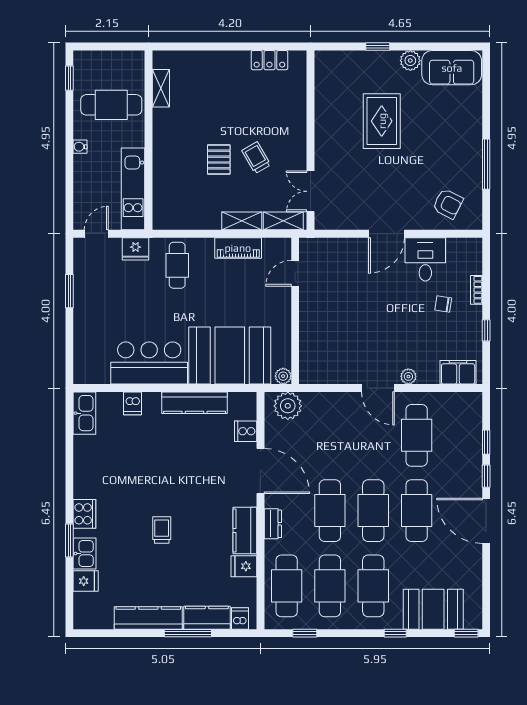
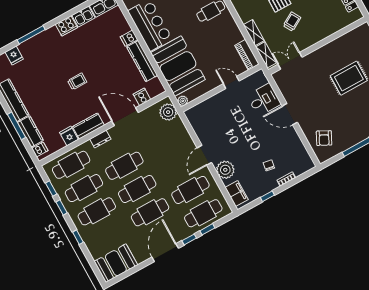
piano: (238, 248) -> (247, 55), moved
desk: (425, 259) -> (264, 100), moved
door: (295, 273) -> (231, 82), moved
plant: (408, 376) -> (225, 170), width x1.87, depth x1.87
dishwasher: (133, 403) -> (129, 38), moved
cafe table: (460, 435) -> (203, 213), added
door: (260, 471) -> (125, 117), swing flipped
cooker: (84, 514) -> (66, 26), moved
trolley: (162, 530) -> (77, 81), moved
window: (69, 540) -> (31, 35), width x1.44
kitchen sink: (85, 553) -> (83, 17), moved
booth: (433, 609) -> (116, 263), moved, turned 90
window: (466, 633) -> (62, 207), moved

